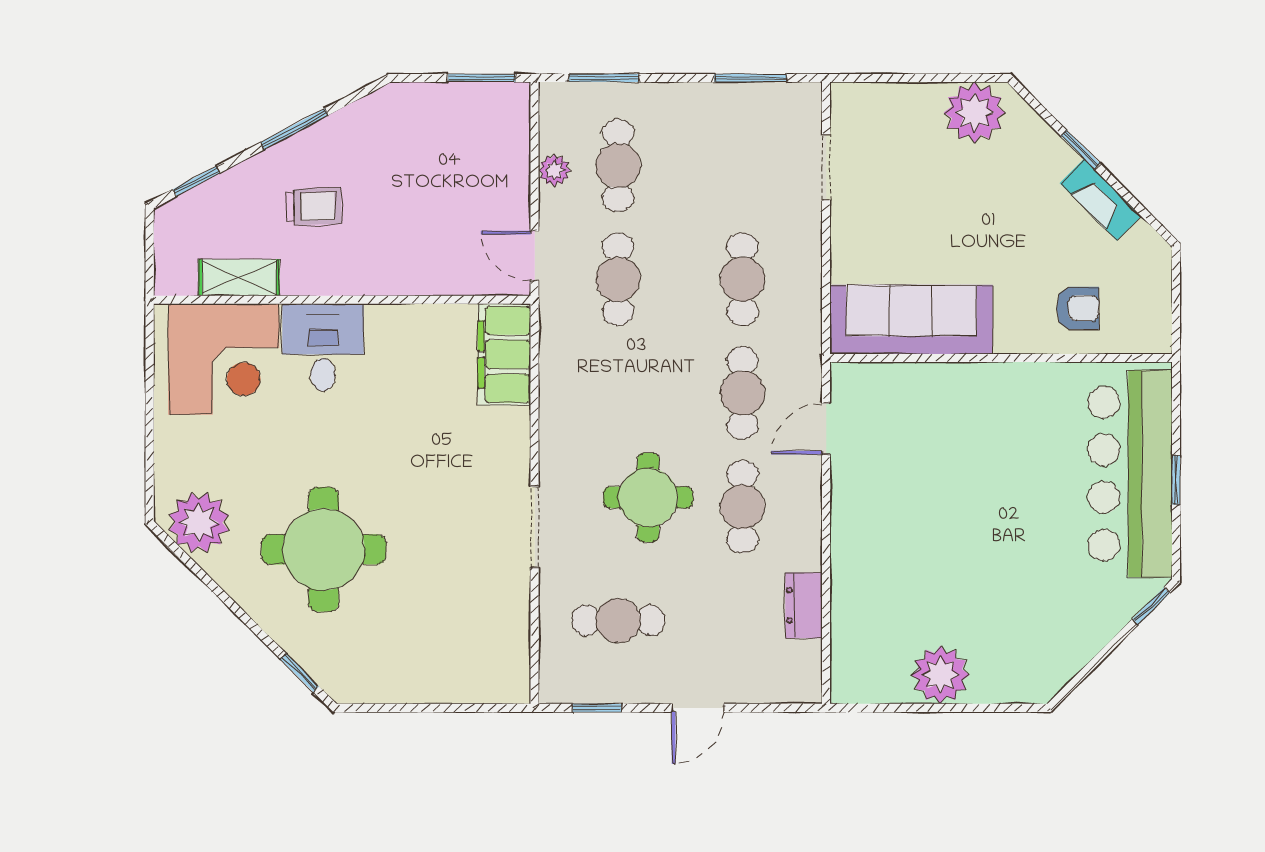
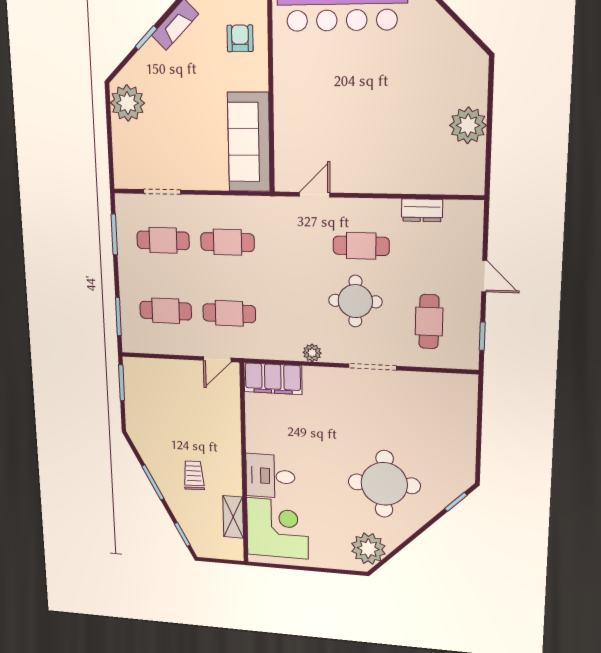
plant: (554, 170) -> (312, 353), moved
cafe table: (742, 393) -> (163, 240), moved
door: (826, 429) -> (315, 195), swing flipped

